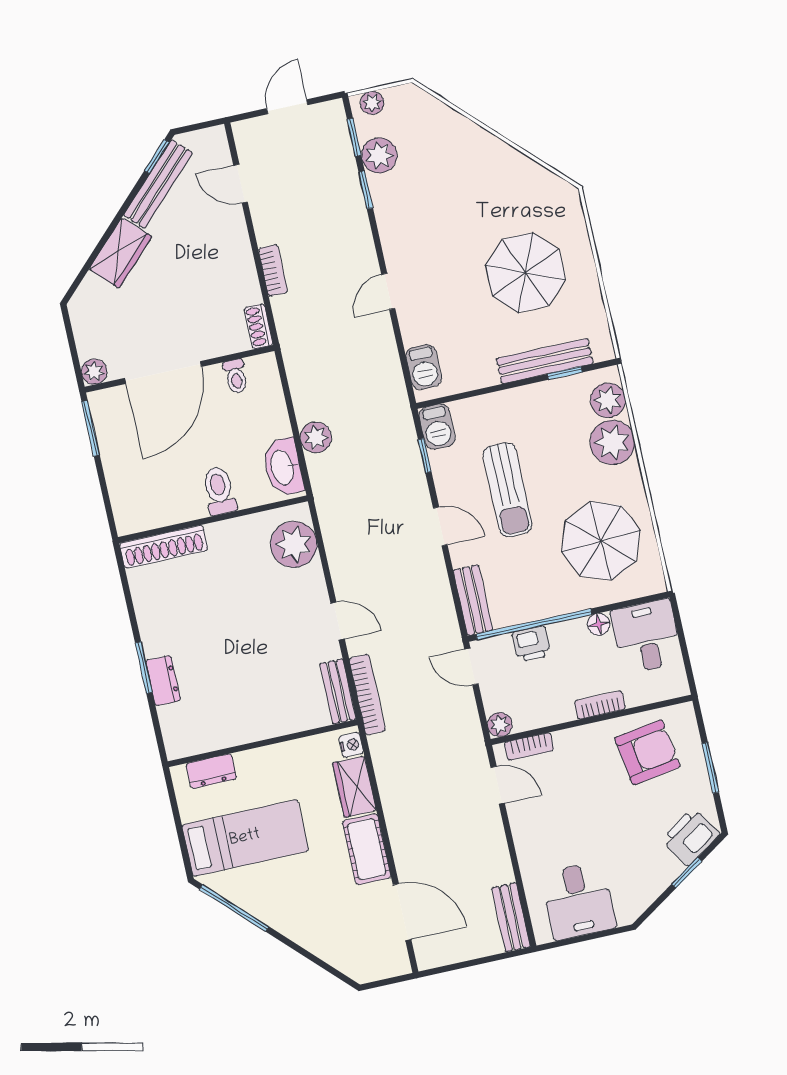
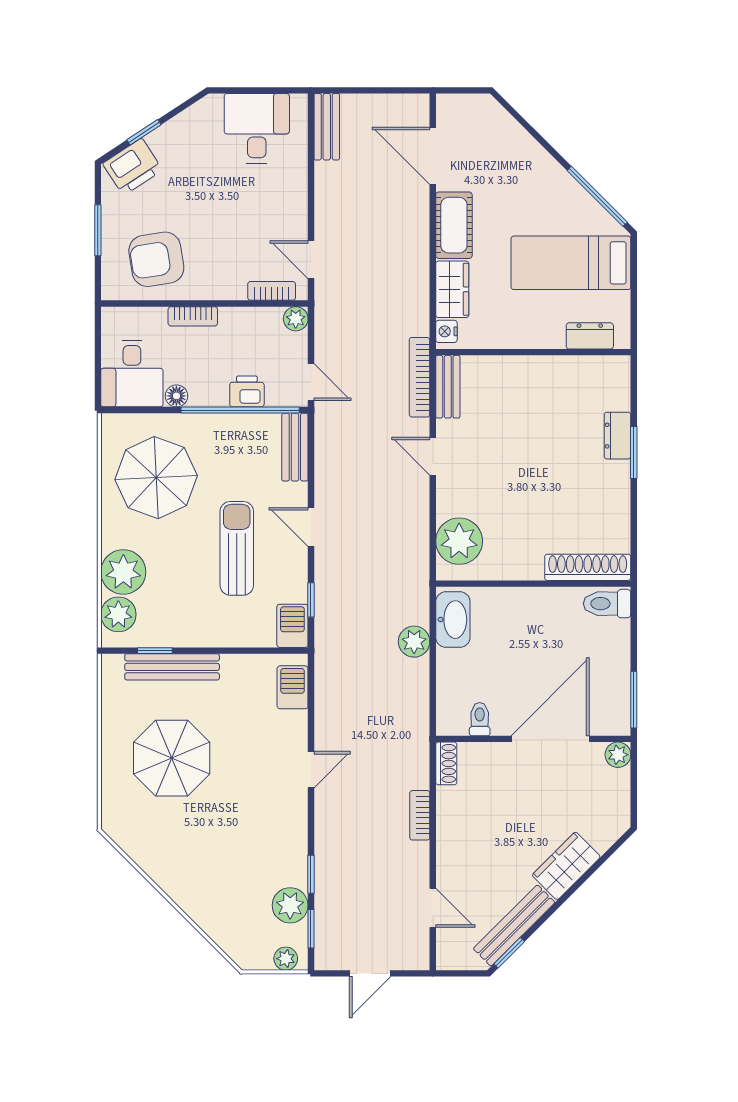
toilet: (219, 491) -> (607, 604), moved, turned 90

